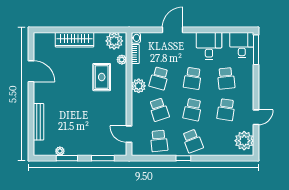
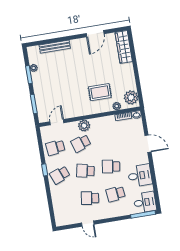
wardrobe: (75, 40) -> (124, 47), moved
school desk: (159, 78) -> (106, 139), removed
plant: (139, 86) -> (84, 126), moved
plant: (244, 141) -> (67, 217), removed

